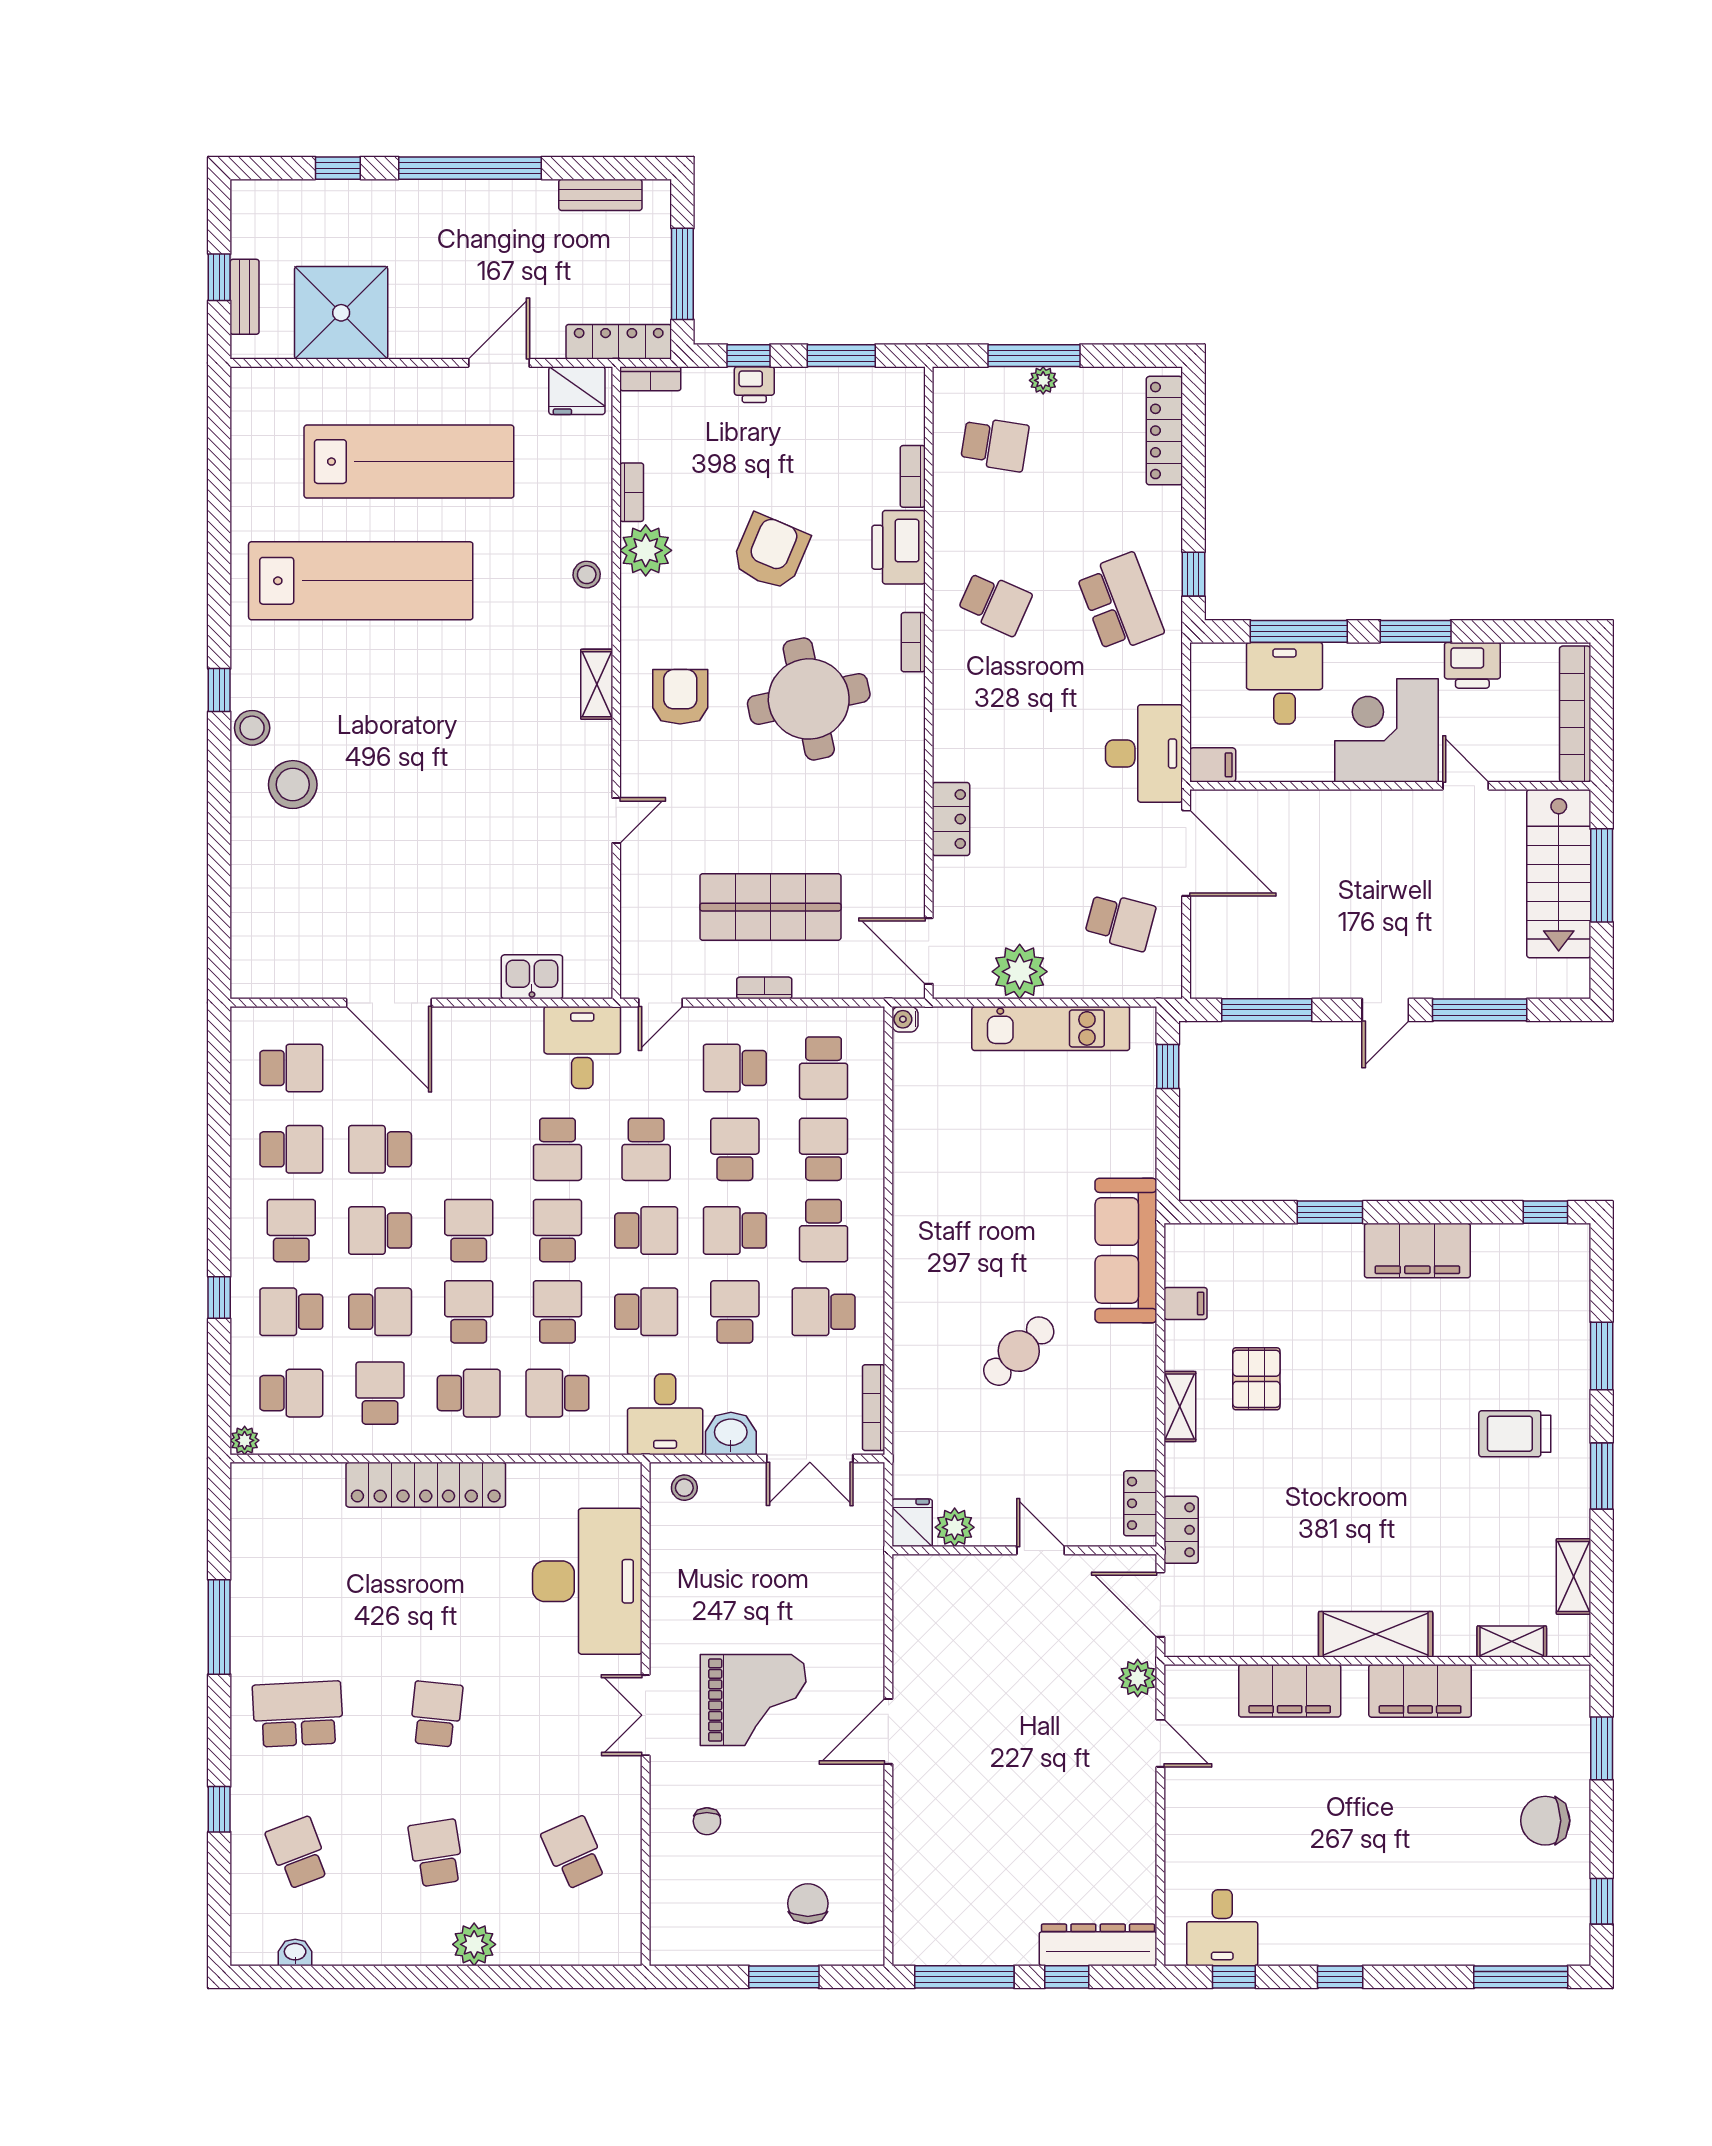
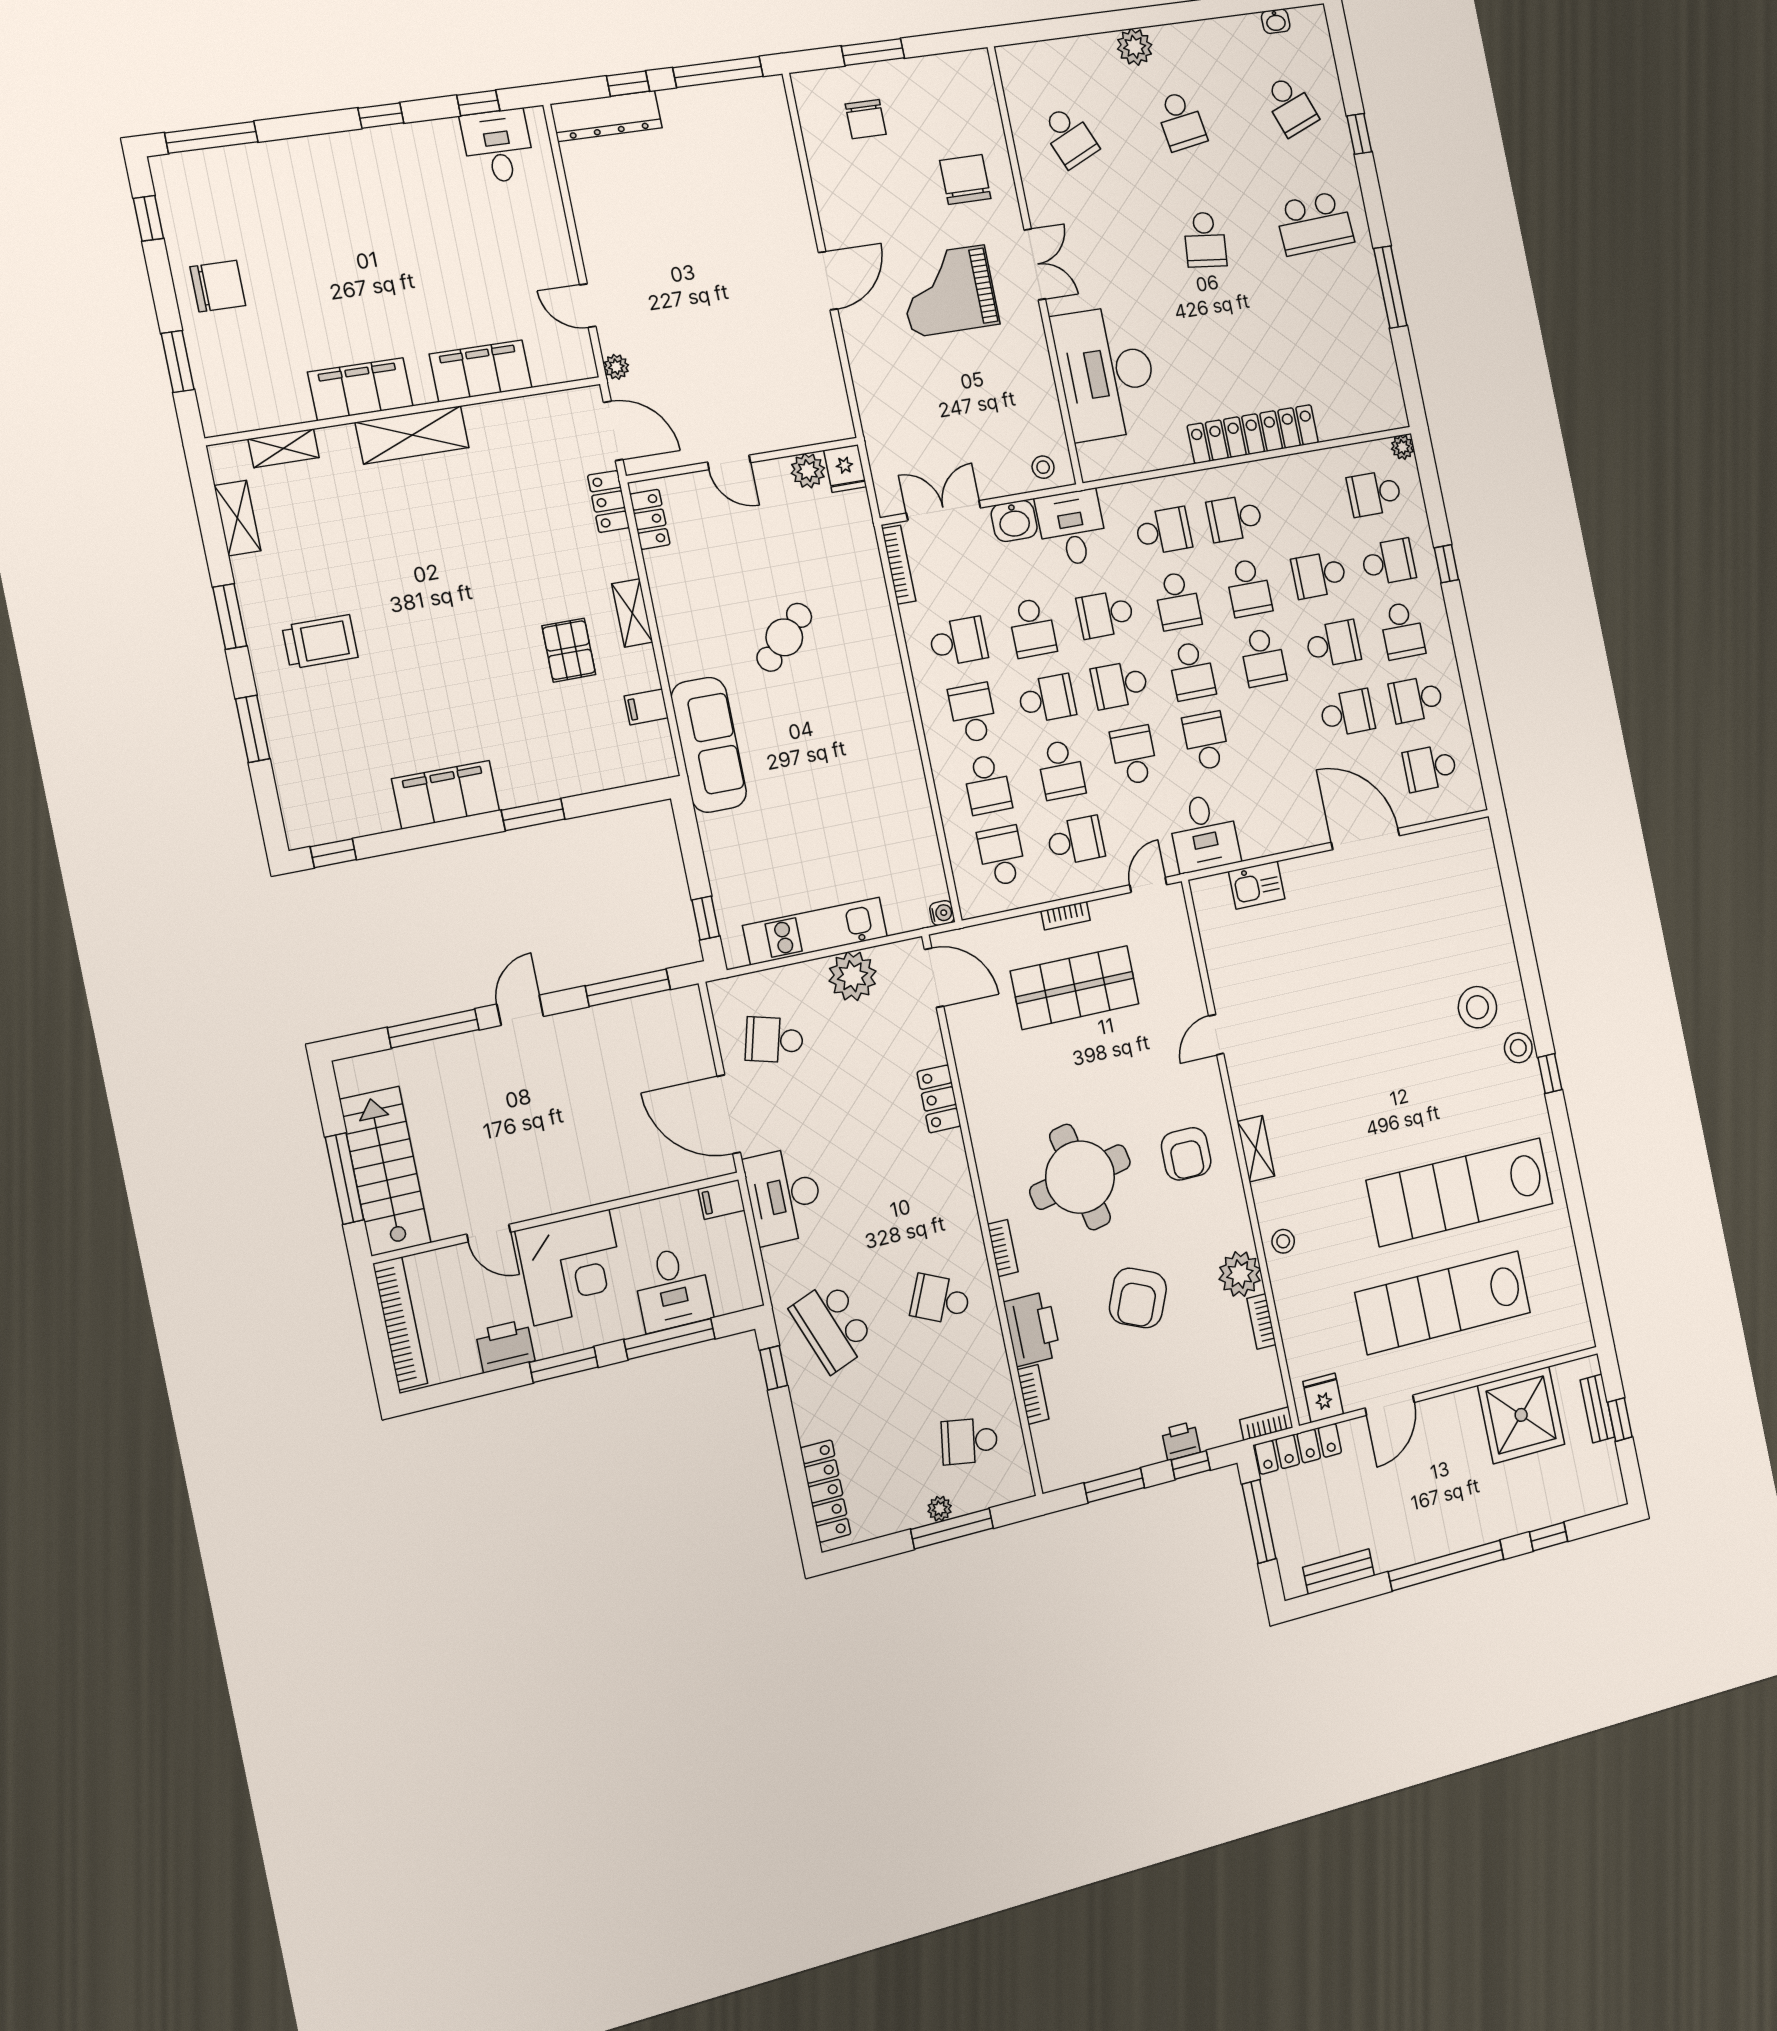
fridge: (577, 391) -> (1323, 1398), width x0.72
school desk: (380, 1393) -> (1305, 506), removed
plant: (1138, 1678) -> (616, 367), width x0.73, depth x0.73
chair: (707, 1821) -> (965, 179), width x1.87, depth x1.87

